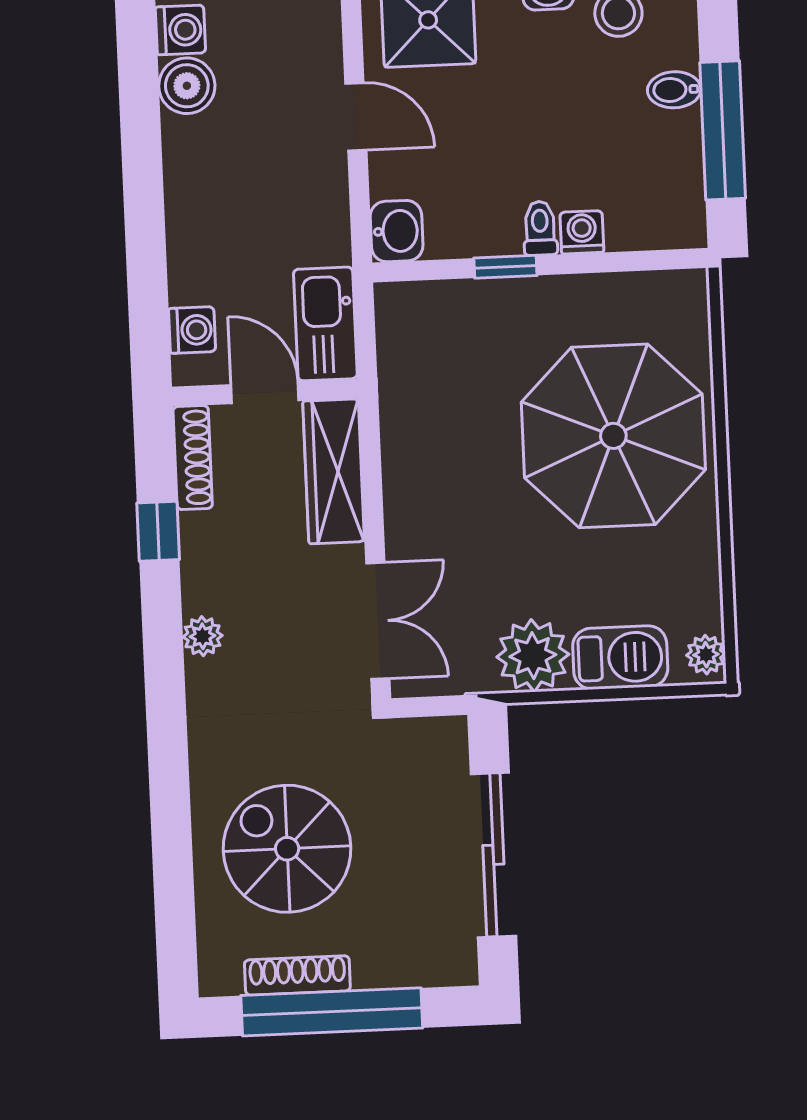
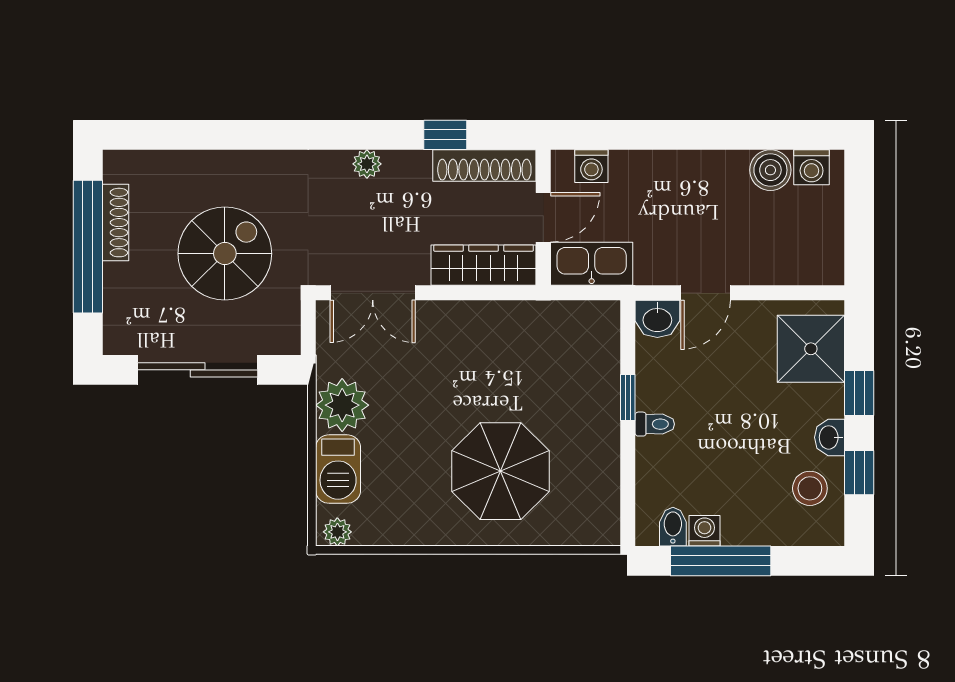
bidet: (674, 90) -> (673, 527), moved
door: (356, 117) -> (706, 293), moved
washing machine: (582, 232) -> (705, 531), moved, turned -90
parasol: (613, 436) -> (500, 471), width x0.73, depth x0.73
shoe rack: (193, 458) -> (484, 165), width x1.36, depth x1.24
spiral stairs: (287, 849) -> (225, 254), moved

